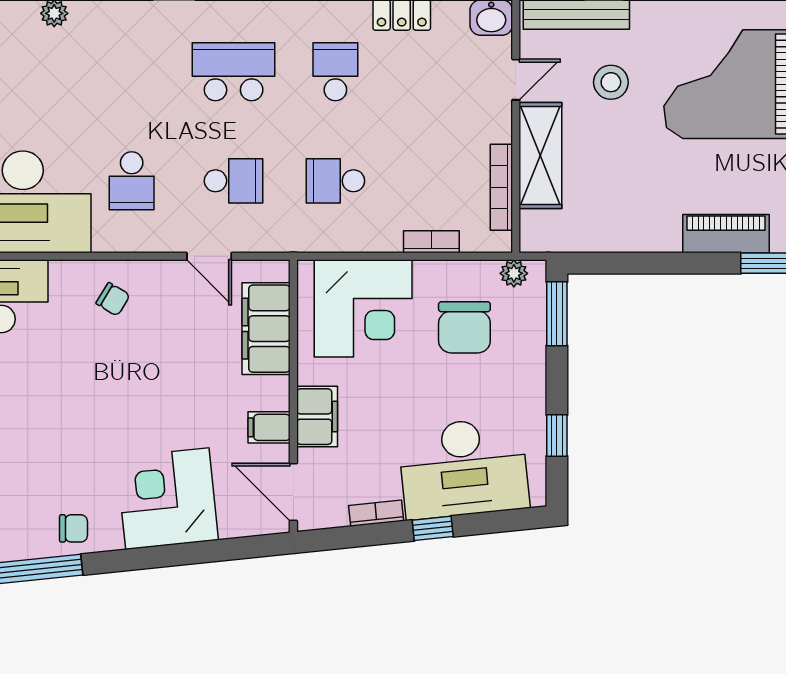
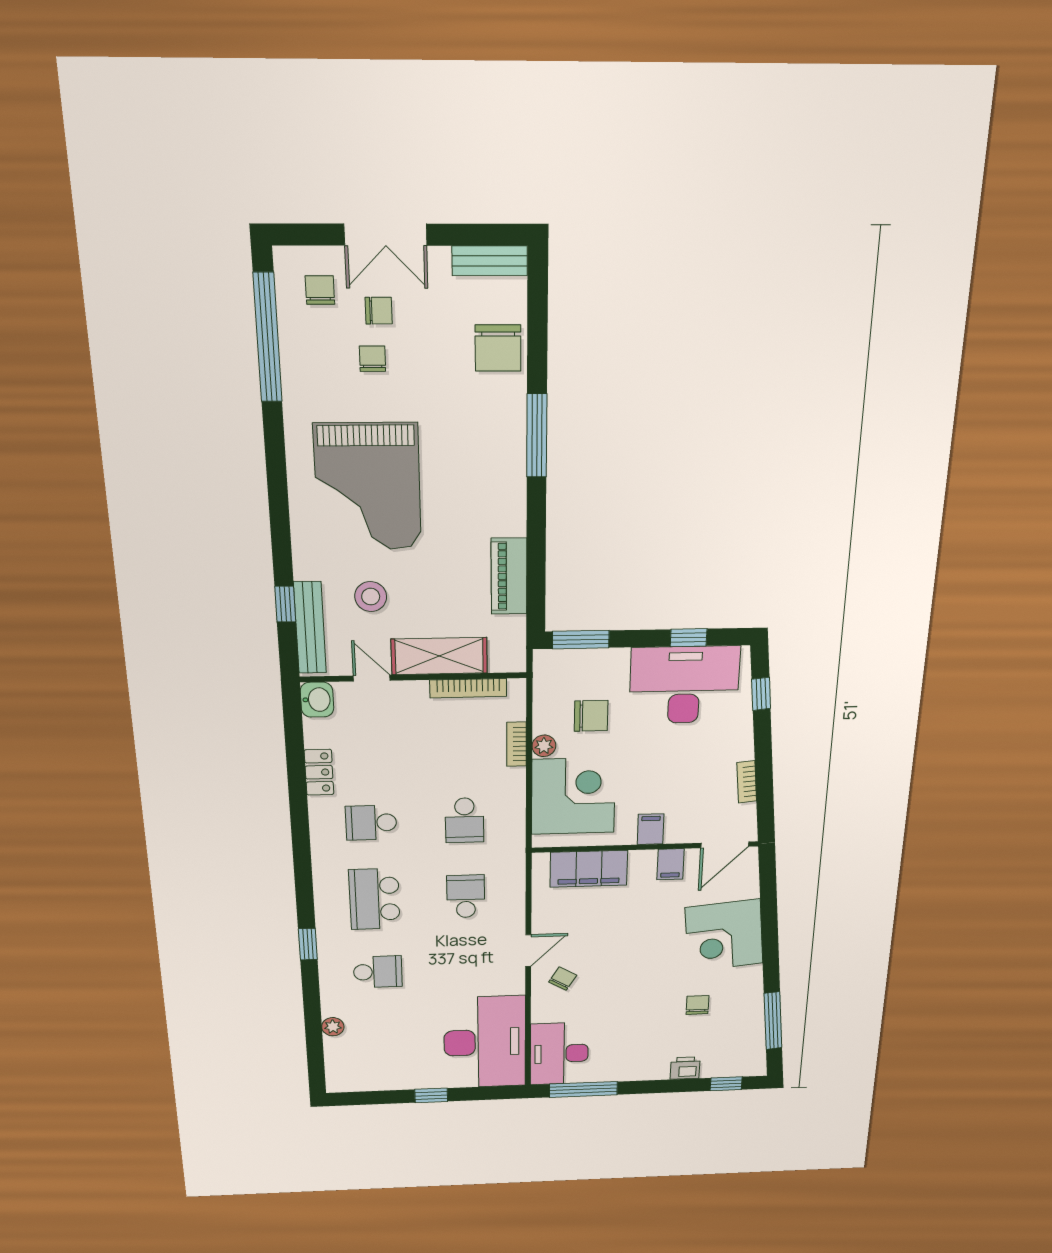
school desk: (132, 181) -> (378, 972), moved
piano: (726, 234) -> (509, 576), moved
door: (209, 256) -> (528, 951), moved
plant: (514, 273) -> (544, 746), moved
chair: (464, 327) -> (591, 716), width x0.73, depth x0.73
filing cabinet: (317, 417) -> (651, 829), width x0.50
desk: (464, 468) -> (684, 685), moved, turned -84
chair: (74, 528) -> (698, 1005), moved
window: (433, 528) -> (761, 694), moved

